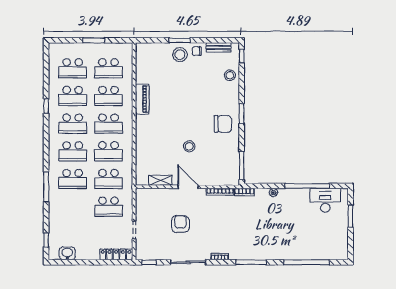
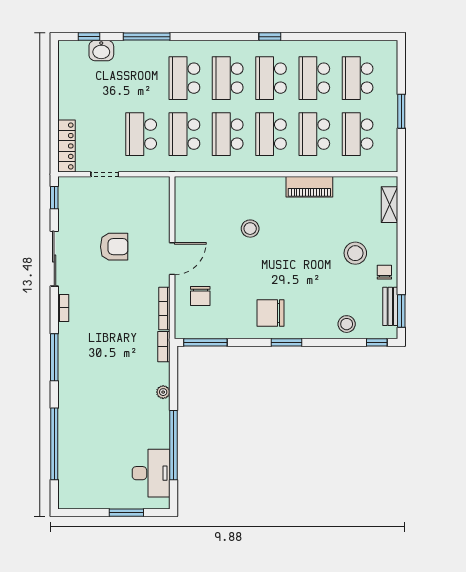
window: (179, 40) -> (401, 311), moved
stool: (180, 55) -> (355, 253), moved
window: (46, 106) -> (270, 37), moved
chair: (223, 124) -> (271, 313), turned 90
stool: (189, 146) -> (250, 229), moved
chair: (212, 169) -> (200, 296), added
shelving: (160, 180) -> (390, 205), moved
window: (46, 187) -> (147, 37), moved
washbasin: (67, 253) -> (101, 51), moved, turned 90

